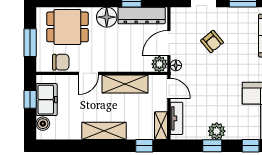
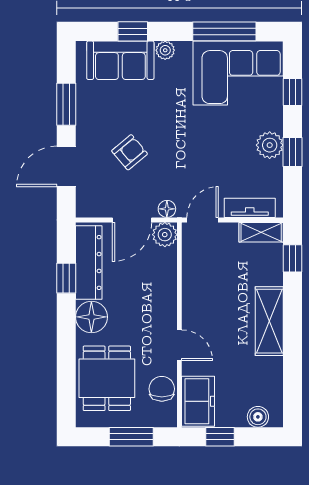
door: (169, 43) -> (132, 220), hinge flipped
shelving: (125, 84) -> (196, 288), removed
freezer: (47, 100) -> (198, 401), moved, turned 90

